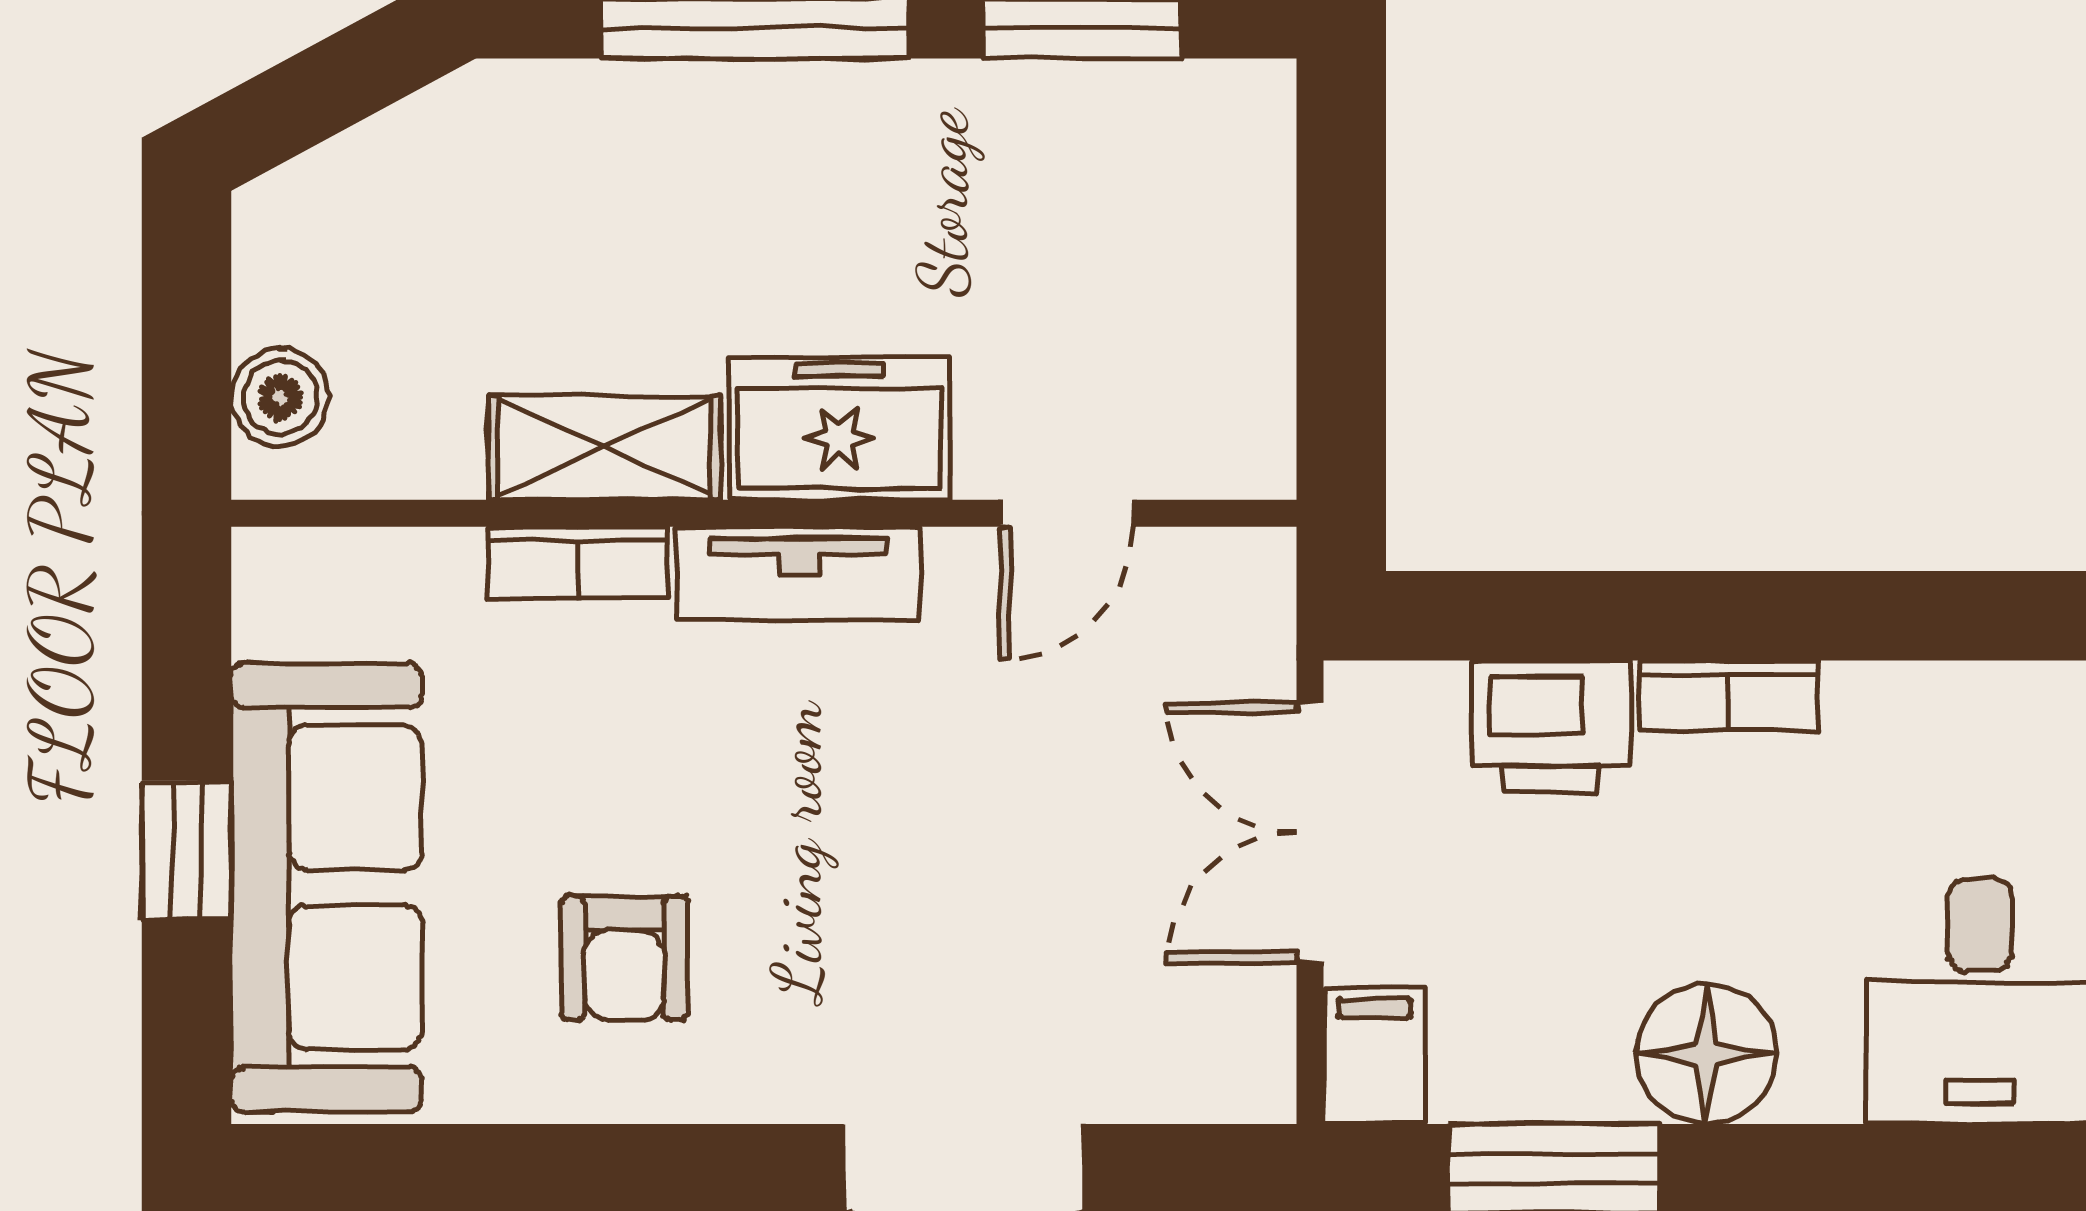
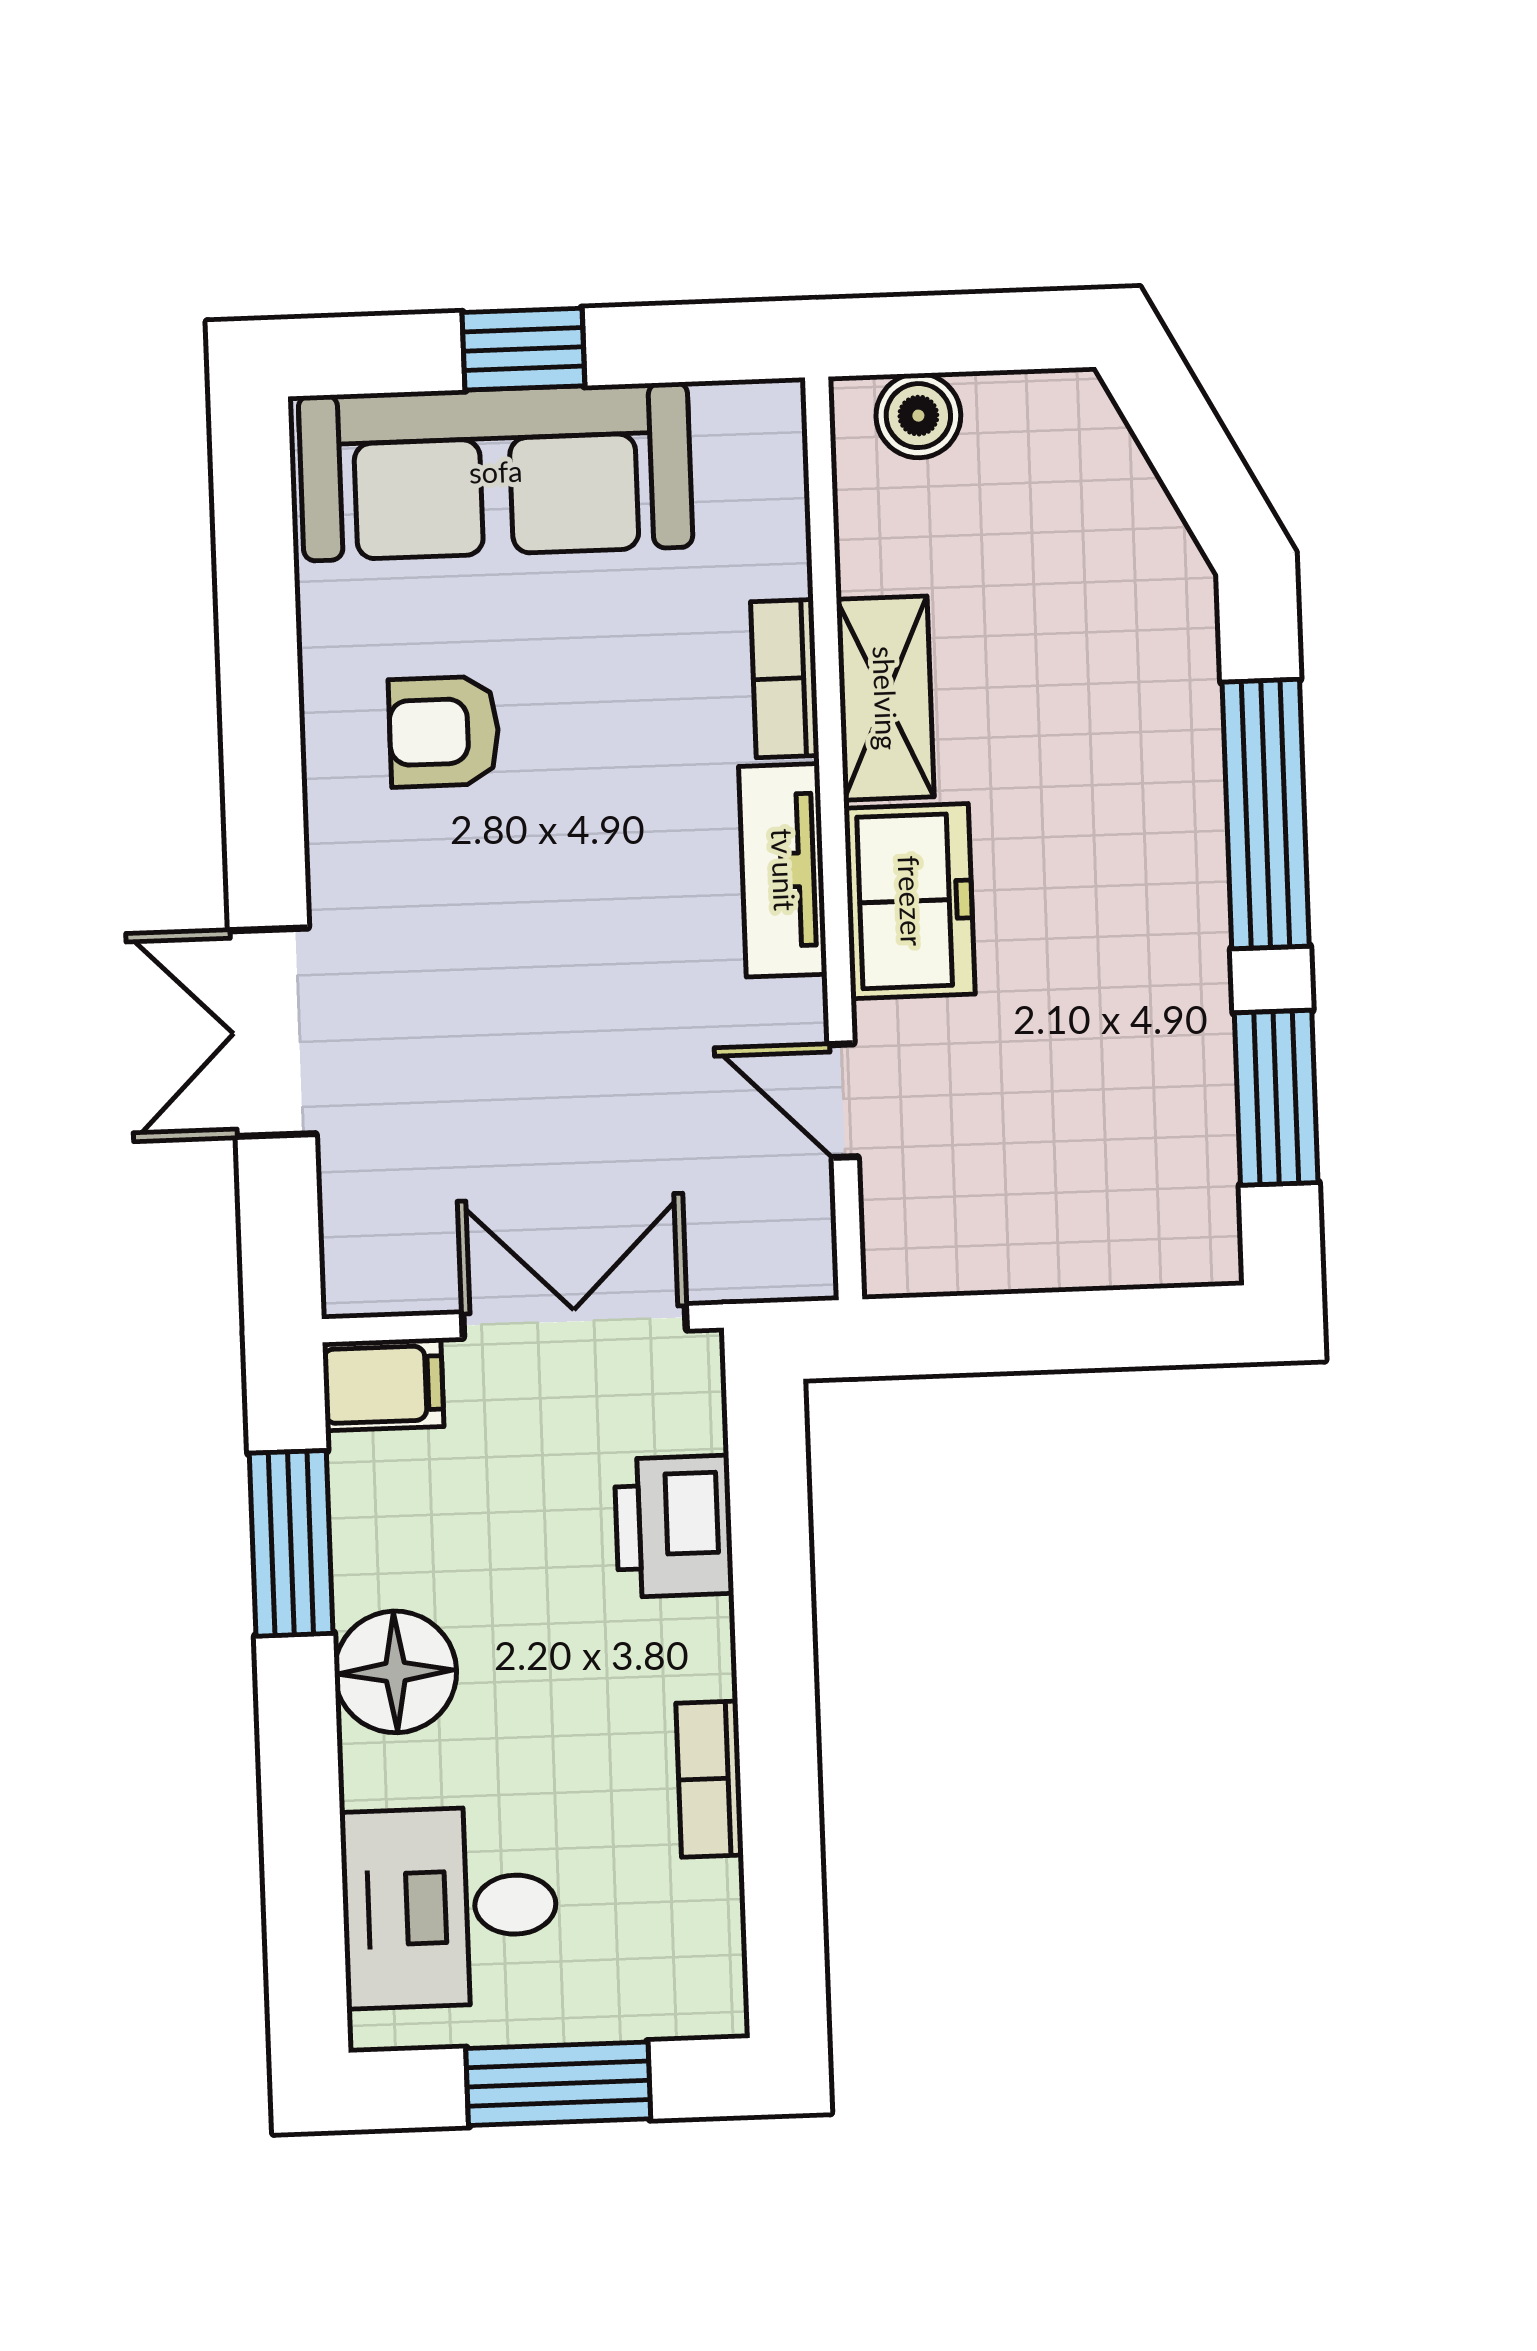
bookcase: (1728, 696) -> (710, 1779), moved

